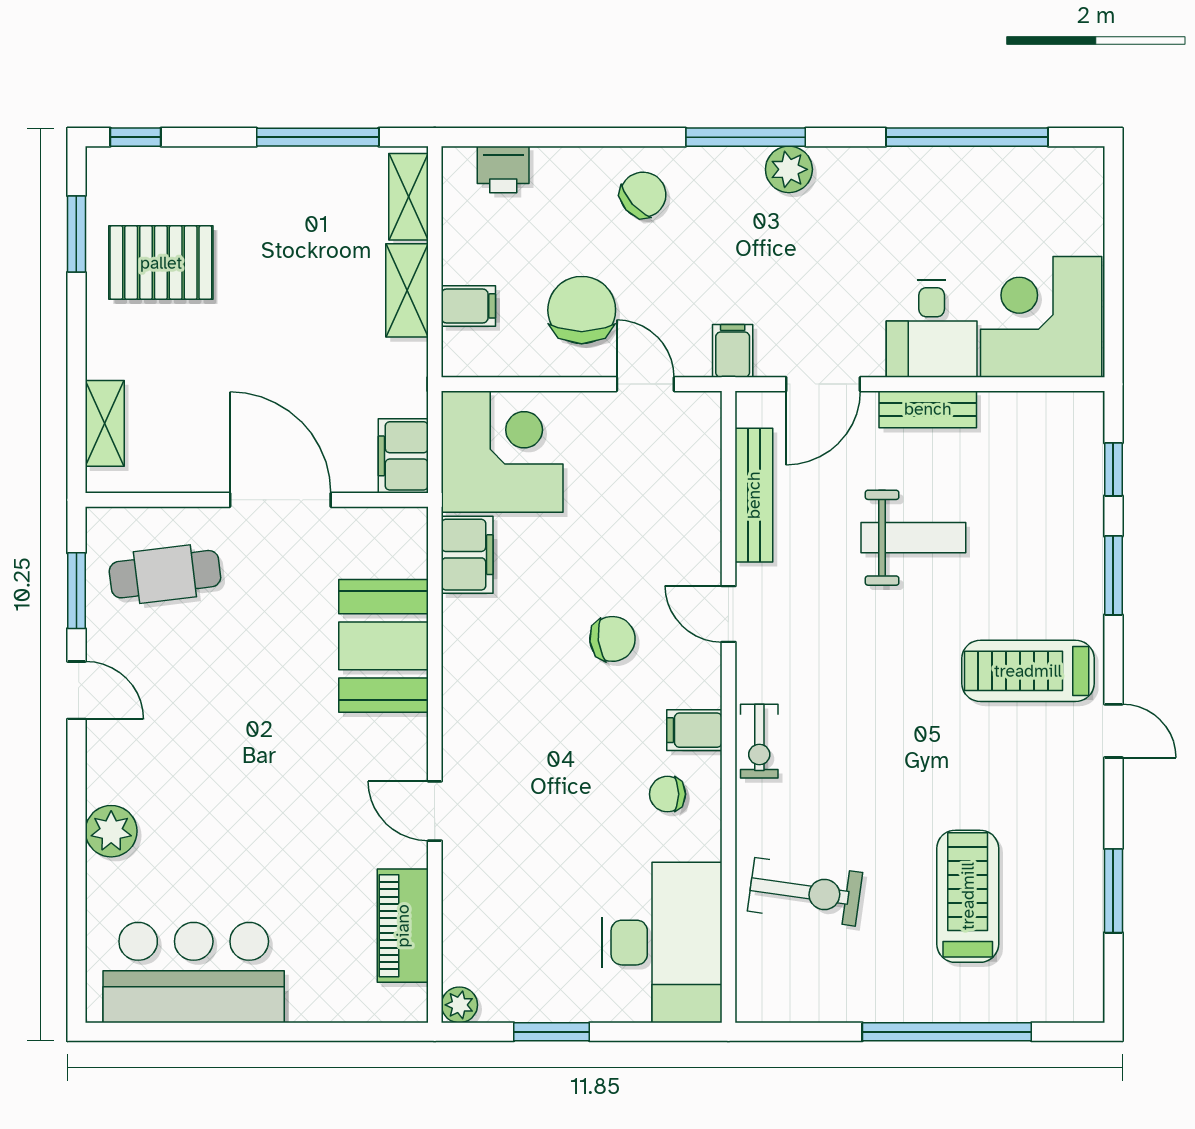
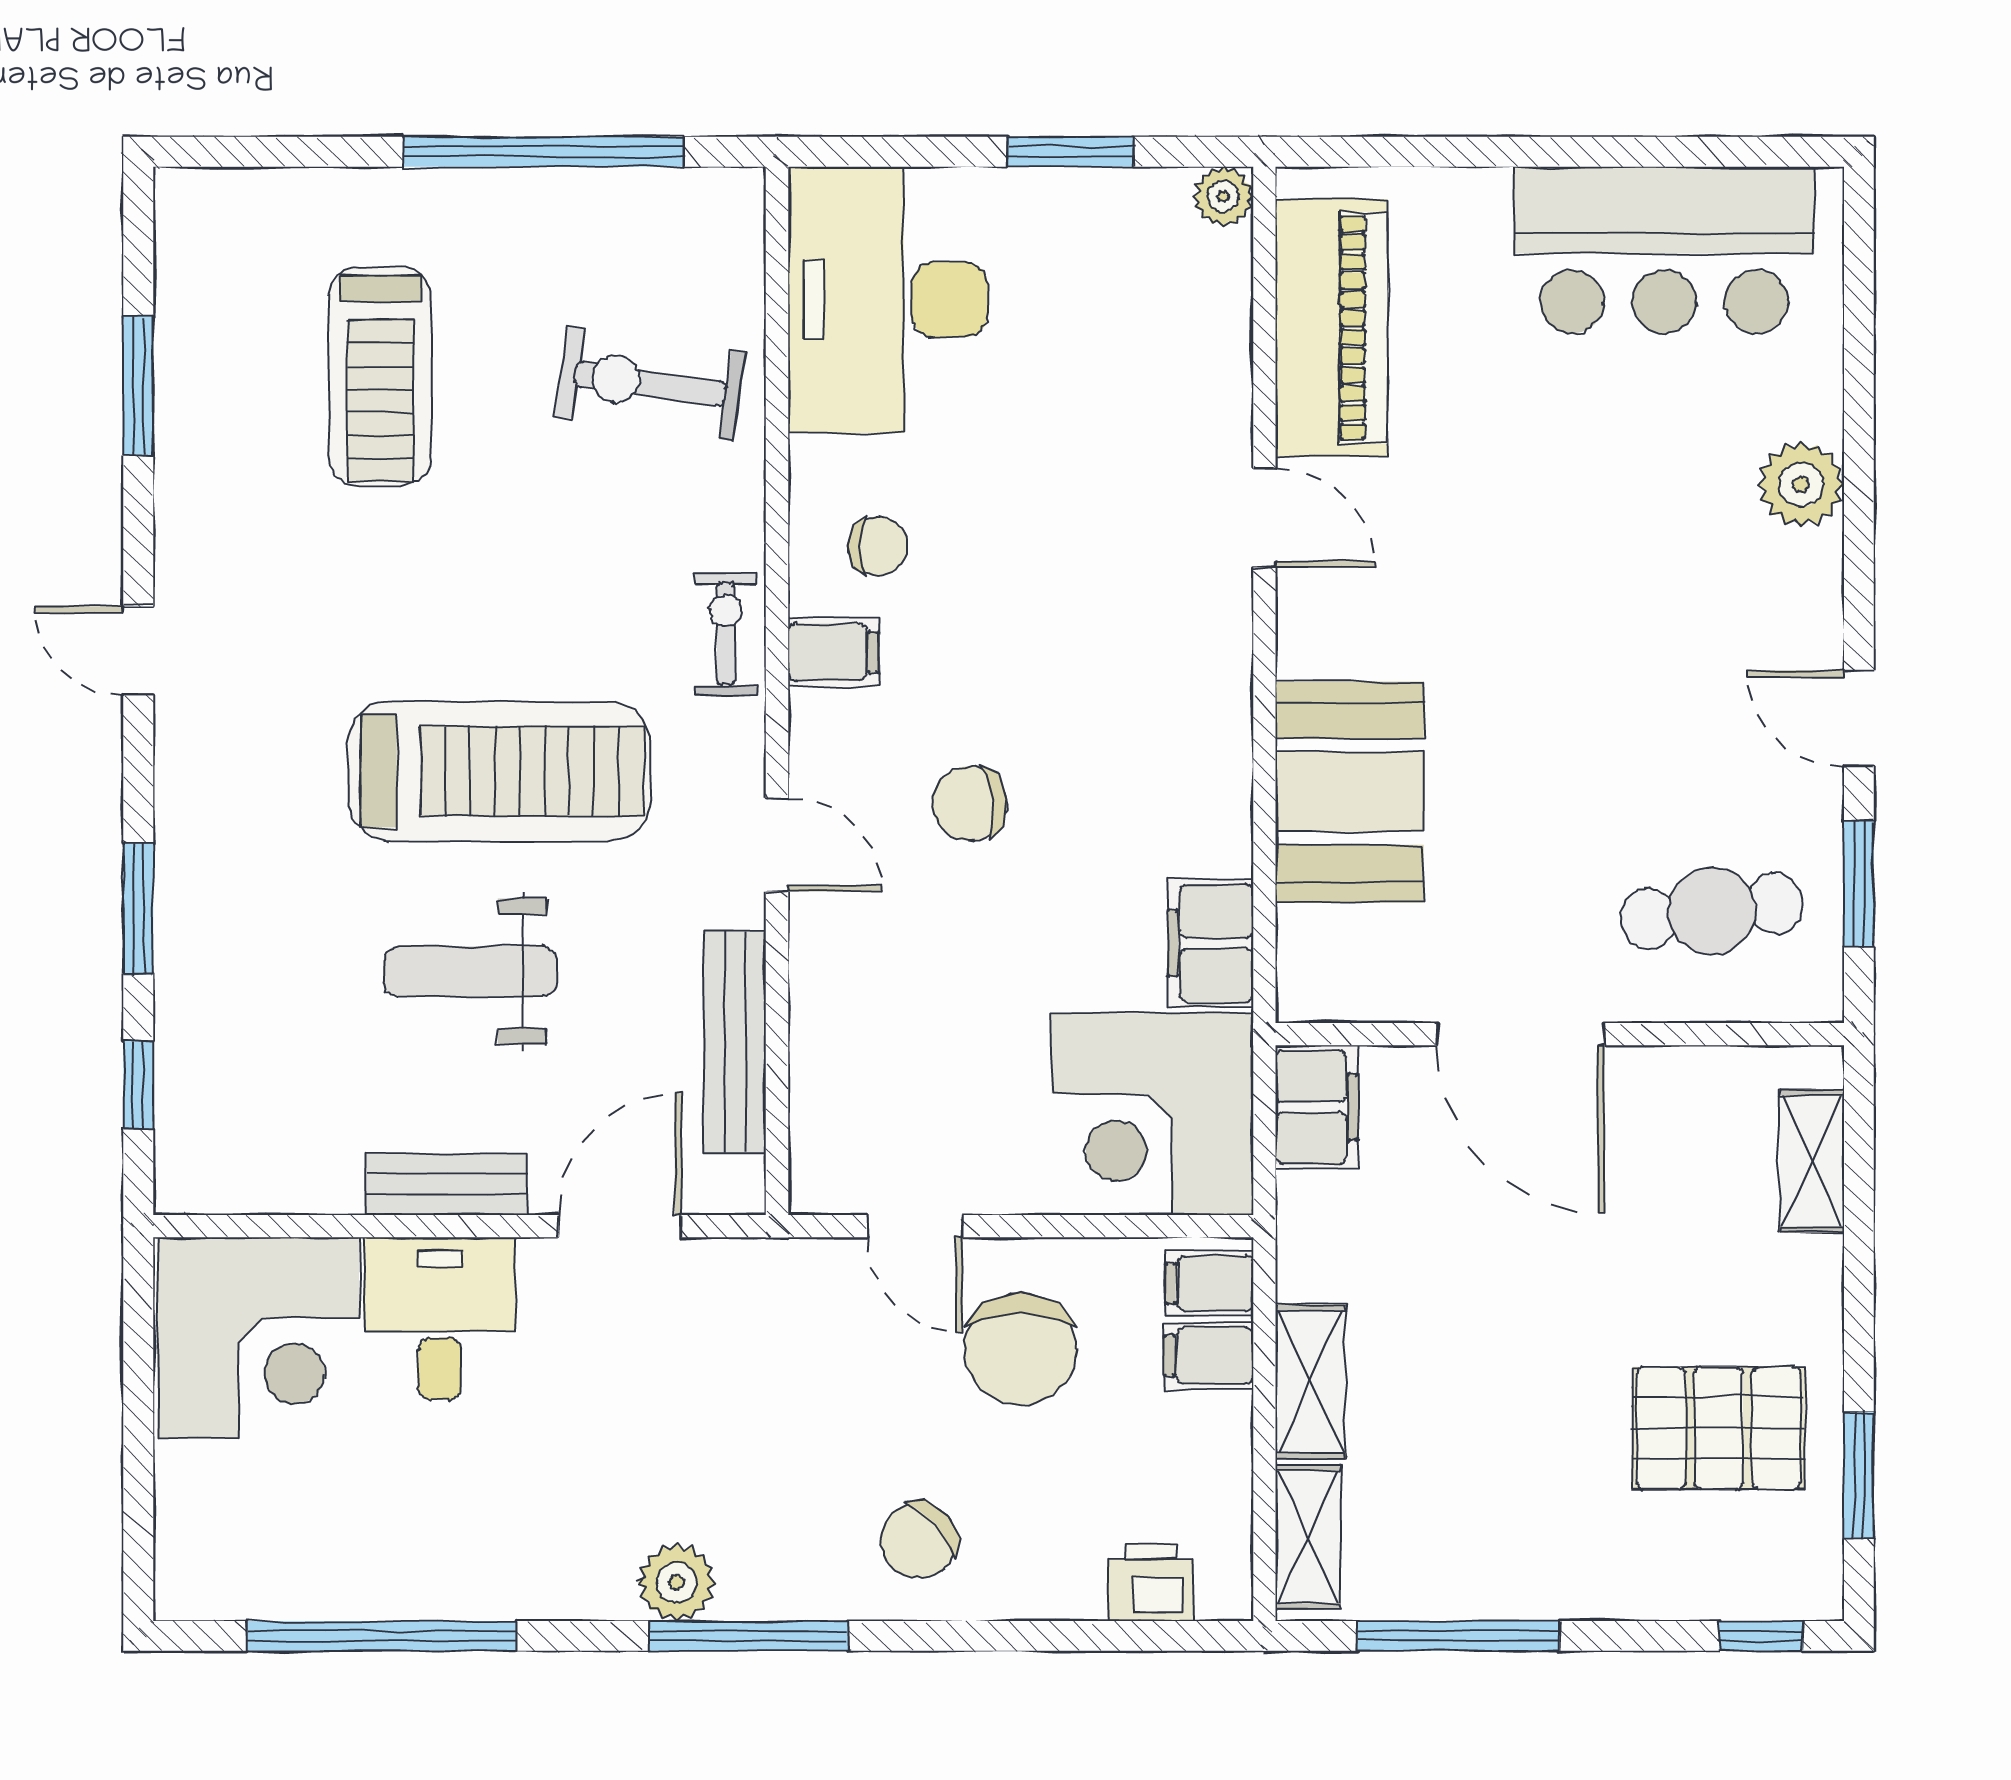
filing cabinet: (733, 351) -> (1209, 1283), moved, turned 90
treadmill: (1028, 671) -> (499, 771), moved, width x1.37, depth x1.38
piano: (403, 926) -> (1331, 328), width x1.37, depth x1.33
window: (947, 1032) -> (543, 152), moved

